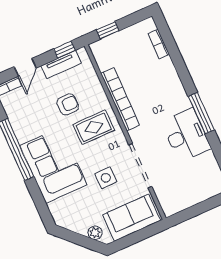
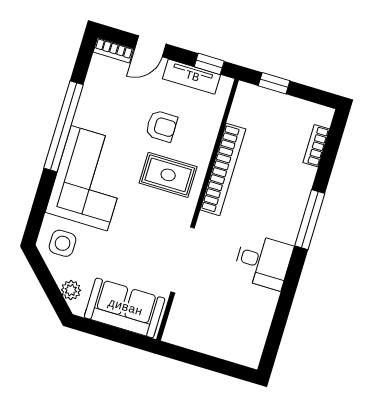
window: (201, 113) -> (310, 220), moved
desk: (186, 135) -> (263, 262), width x0.73
side table: (106, 178) -> (63, 243), moved

